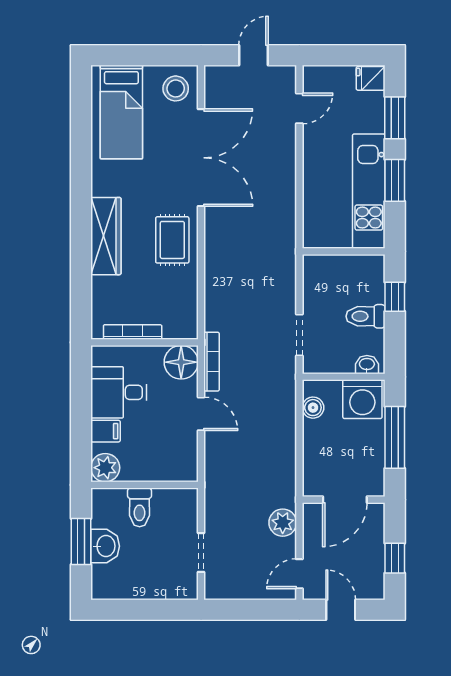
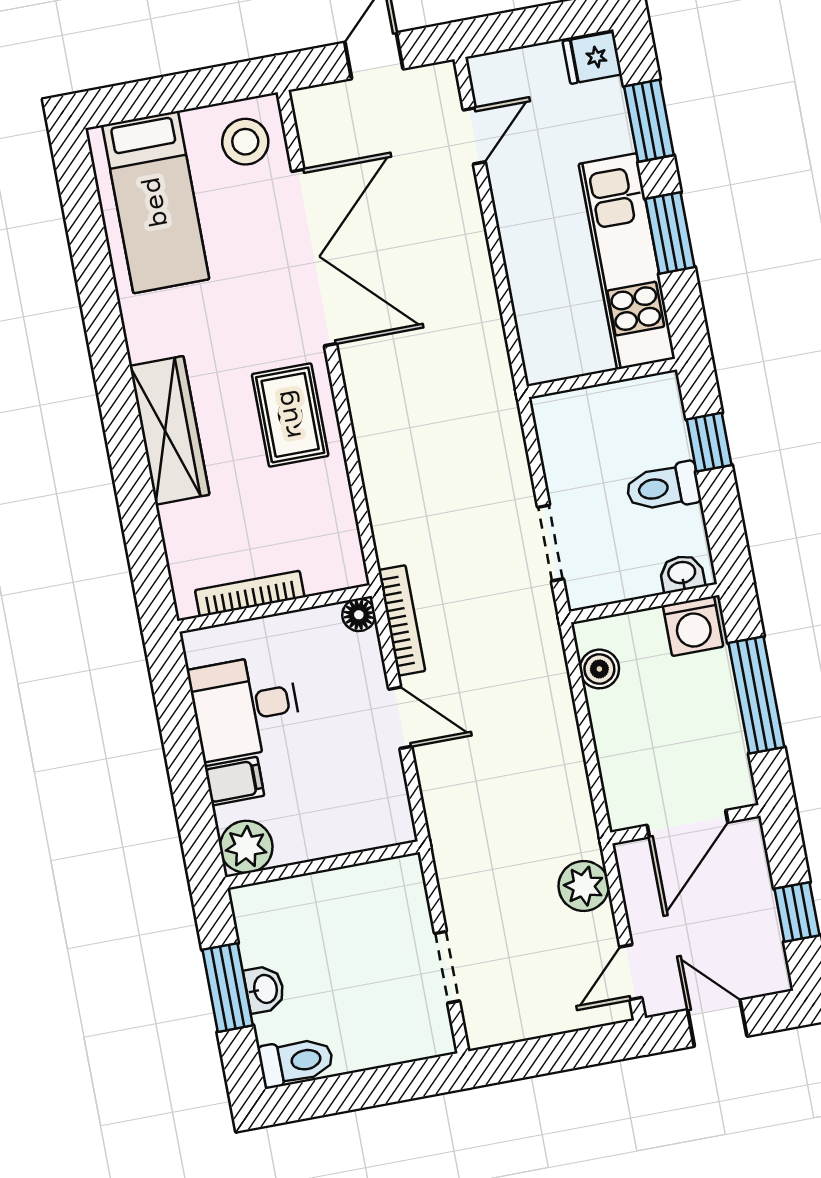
floor lamp: (181, 362) -> (359, 615), width x0.53, depth x0.53
washing machine: (362, 399) -> (693, 626), width x0.73, depth x0.73
toilet: (140, 507) -> (296, 1061), moved, turned -90
washbasin: (105, 546) -> (264, 989), width x0.72, depth x0.69

